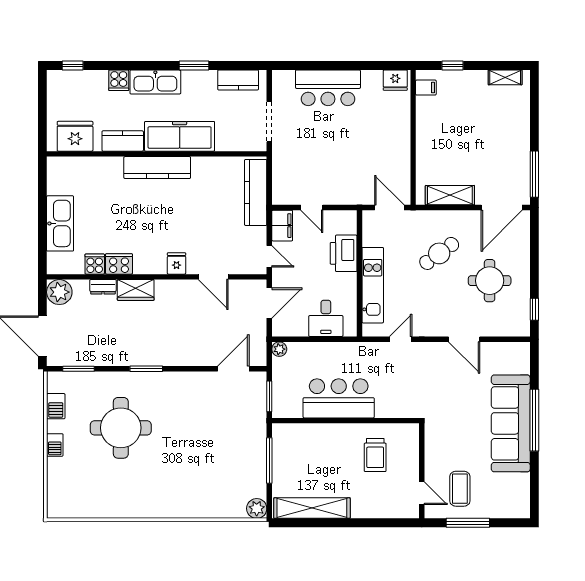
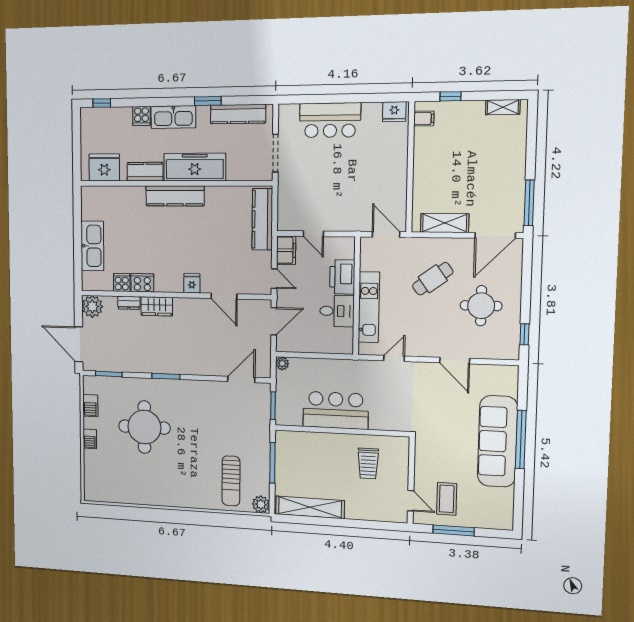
kitchen counter: (238, 80) -> (238, 114), width x1.50
desk: (326, 318) -> (337, 311), moved, turned -90
sun lounger: (222, 484) -> (231, 481), added

